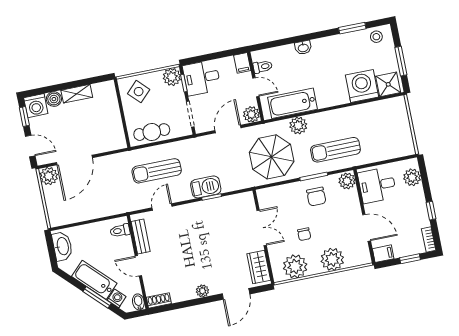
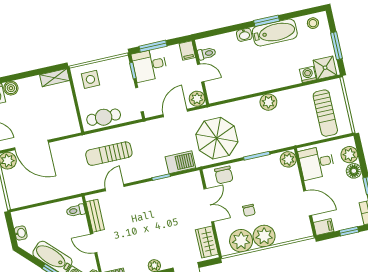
window: (352, 28) -> (267, 21), moved
window: (206, 58) -> (153, 46), added
plant: (172, 77) -> (121, 65), removed
washing machine: (362, 86) -> (308, 75), width x0.53, depth x0.53
side table: (139, 92) -> (90, 79), turned 45
shelving: (77, 94) -> (55, 78), moved
bathtub: (293, 103) -> (275, 33), moved, turned 180
plant: (298, 125) -> (268, 102), moved
sun lounger: (335, 150) -> (325, 113), moved, turned -90
door: (74, 160) -> (31, 145), hinge flipped
barbecue: (206, 187) -> (180, 162), moved
floor lamp: (417, 195) -> (354, 171), added
chair: (316, 197) -> (224, 175), moved
washbasin: (62, 246) -> (21, 233), width x0.52, depth x0.69
plant: (332, 259) -> (264, 236), moved

